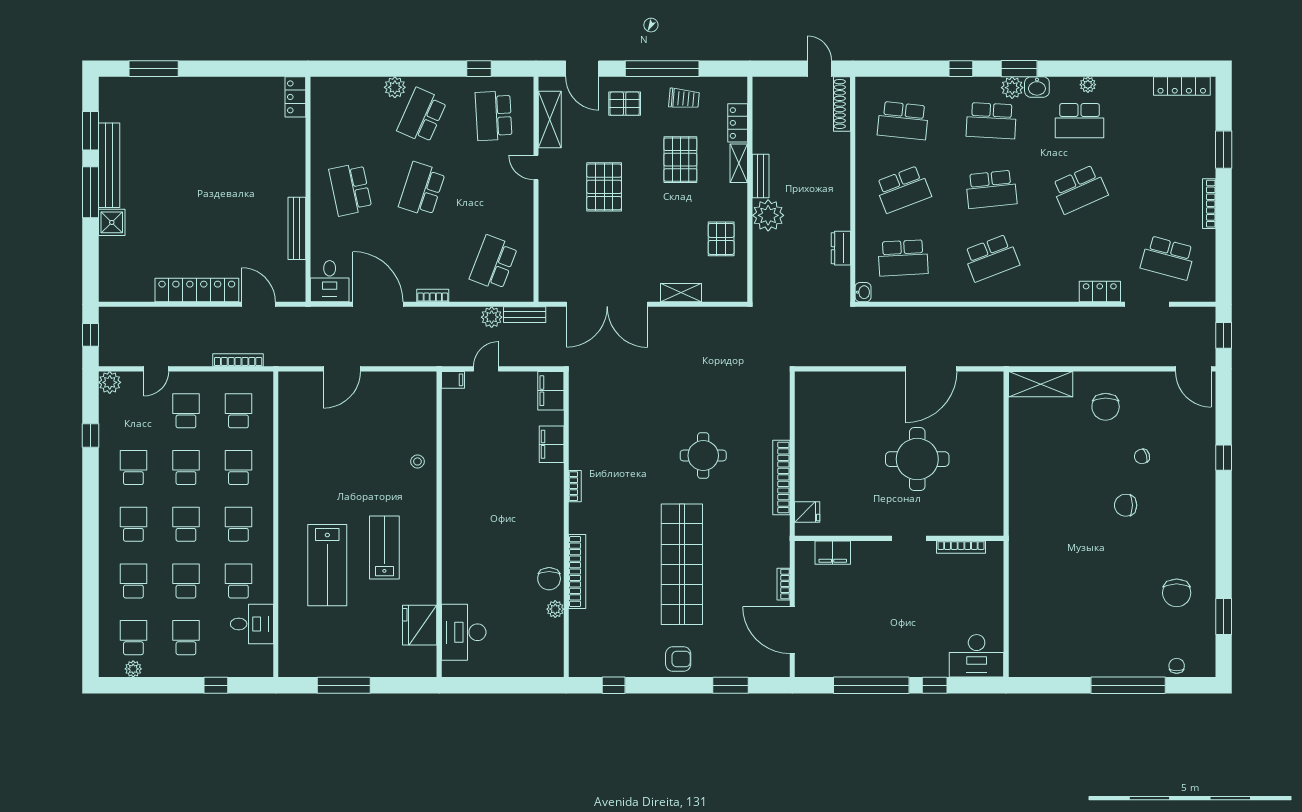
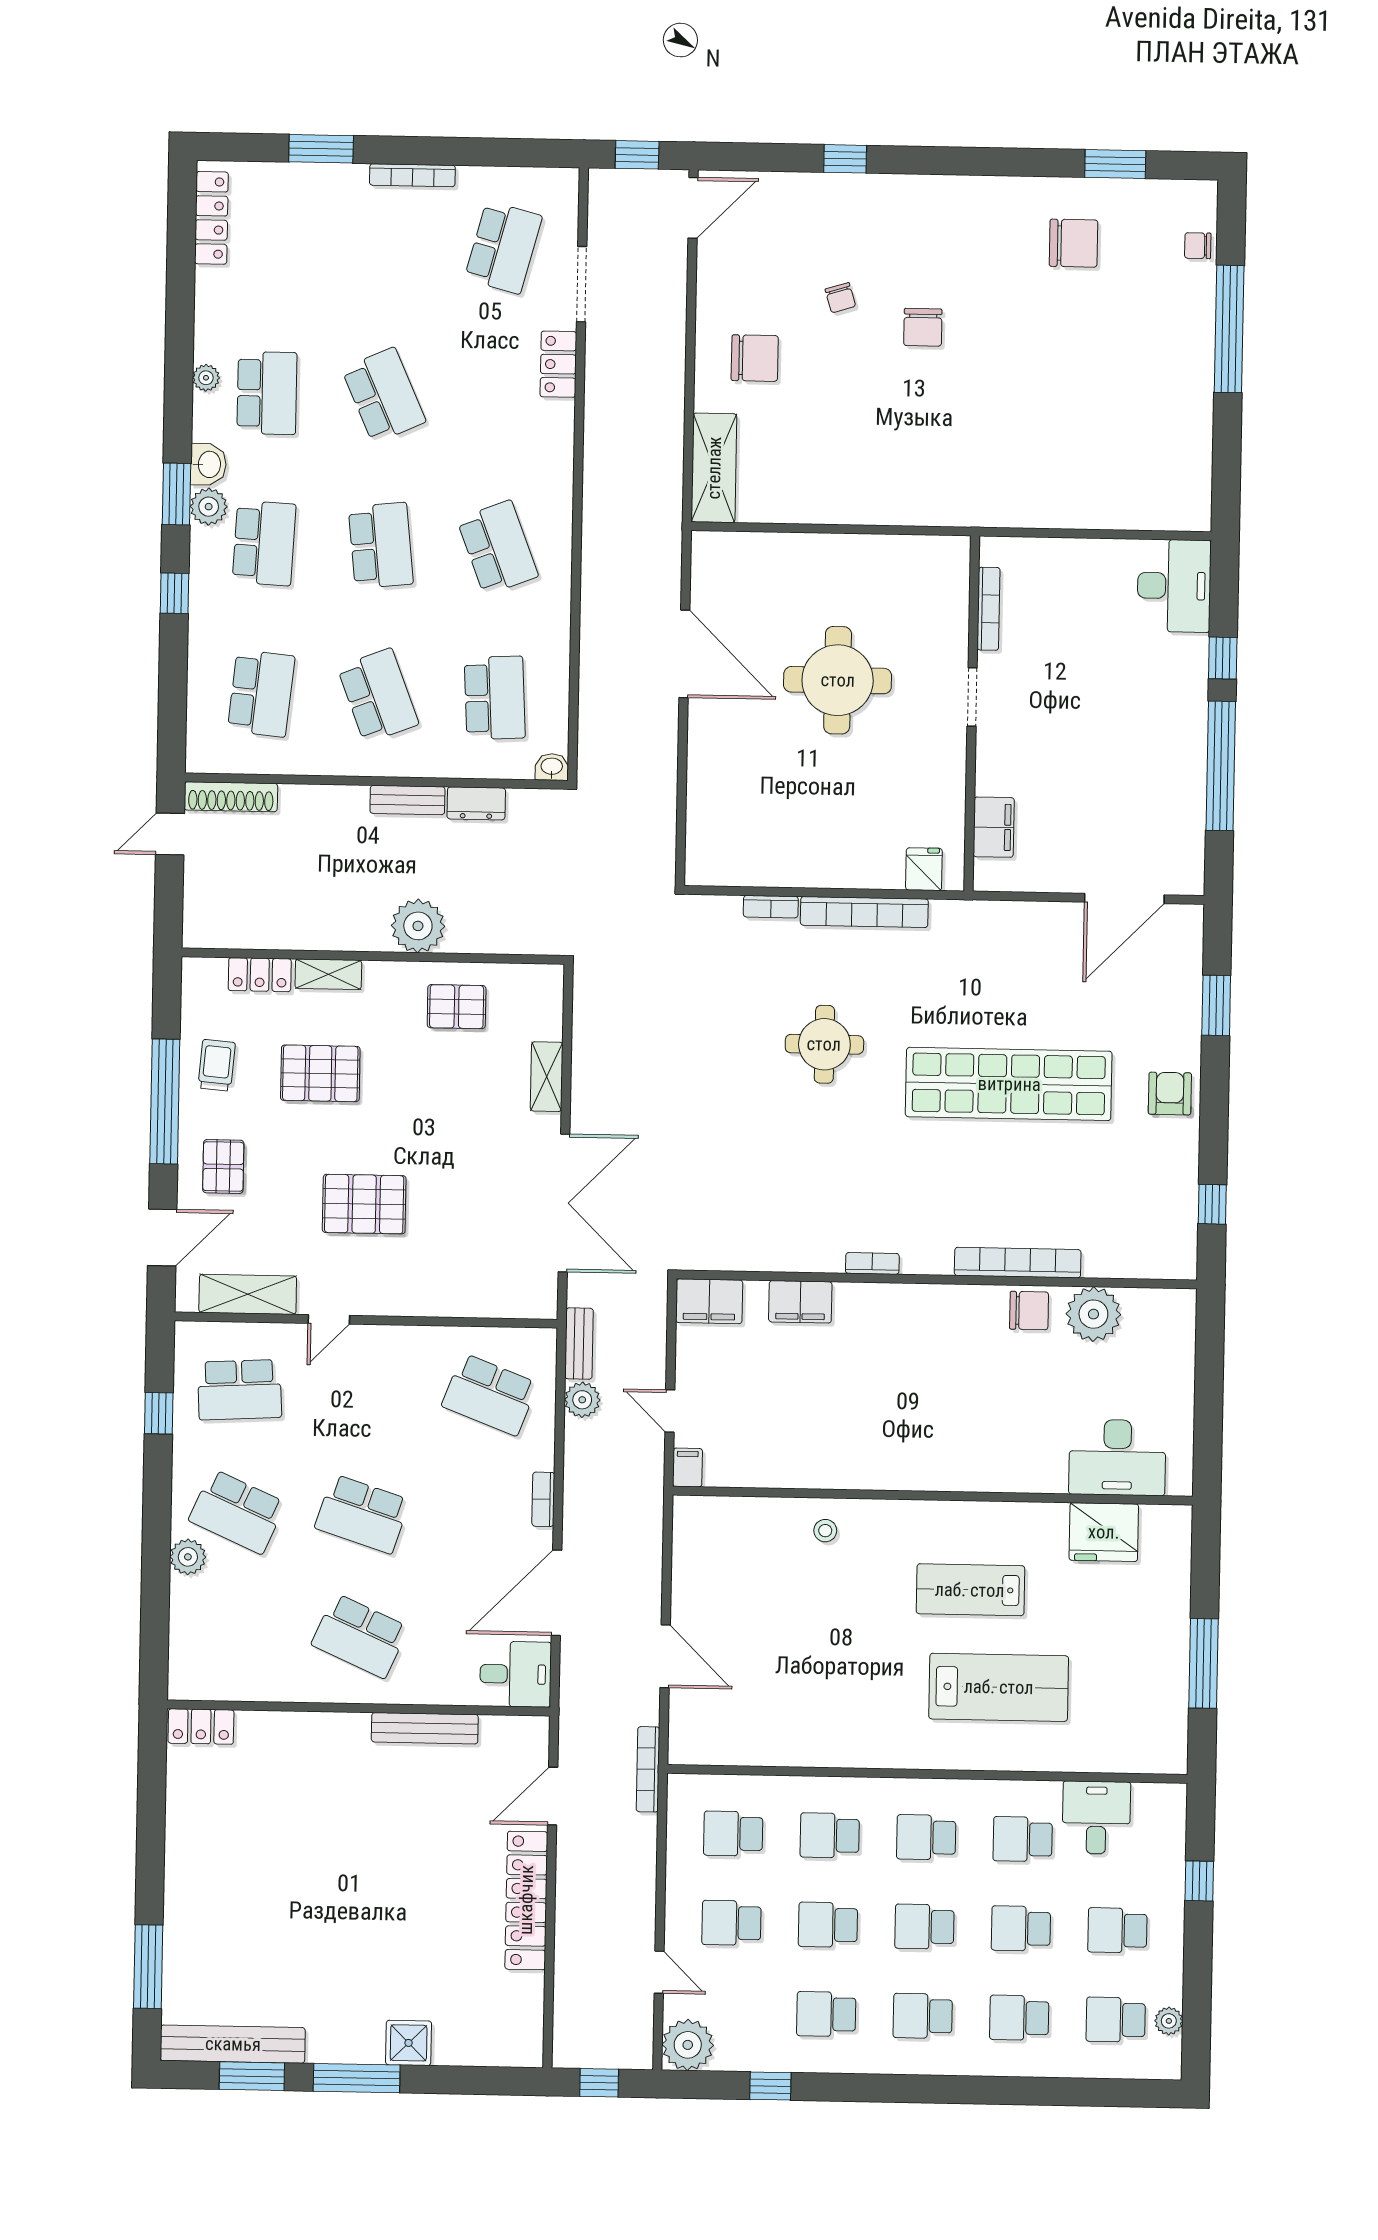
bench: (109, 165) -> (233, 2044), moved
bench: (761, 176) -> (407, 800), moved
school desk: (350, 189) -> (360, 1636), turned 36
bookcase: (238, 360) -> (648, 1769), moved
plant: (110, 382) -> (688, 2045), width x1.36, depth x1.36
bookcase: (783, 584) -> (771, 907), moved
plant: (555, 609) -> (1093, 1314), width x1.87, depth x1.87

